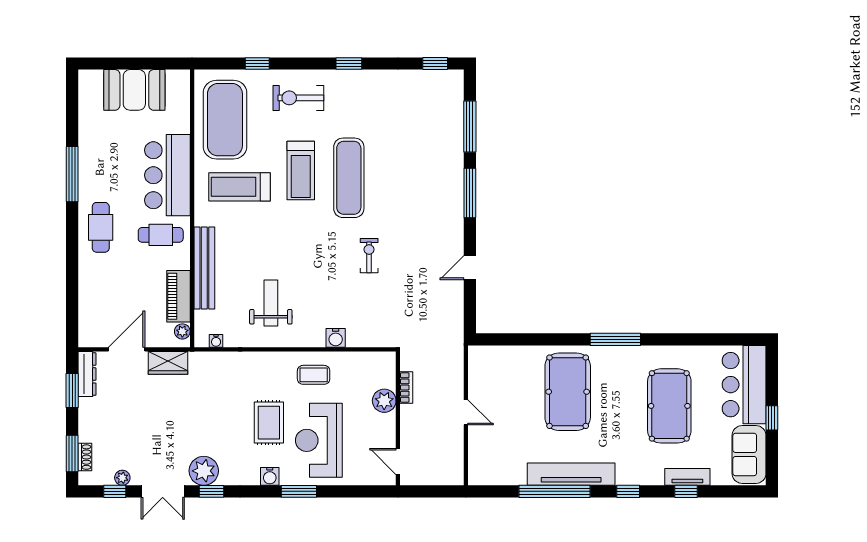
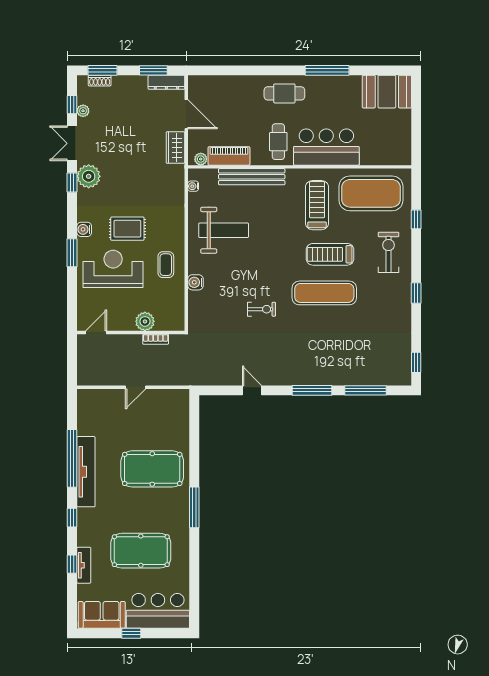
booth: (134, 90) -> (387, 92), moved, turned 90
weight bench: (271, 303) -> (224, 230), width x1.36, depth x1.33

